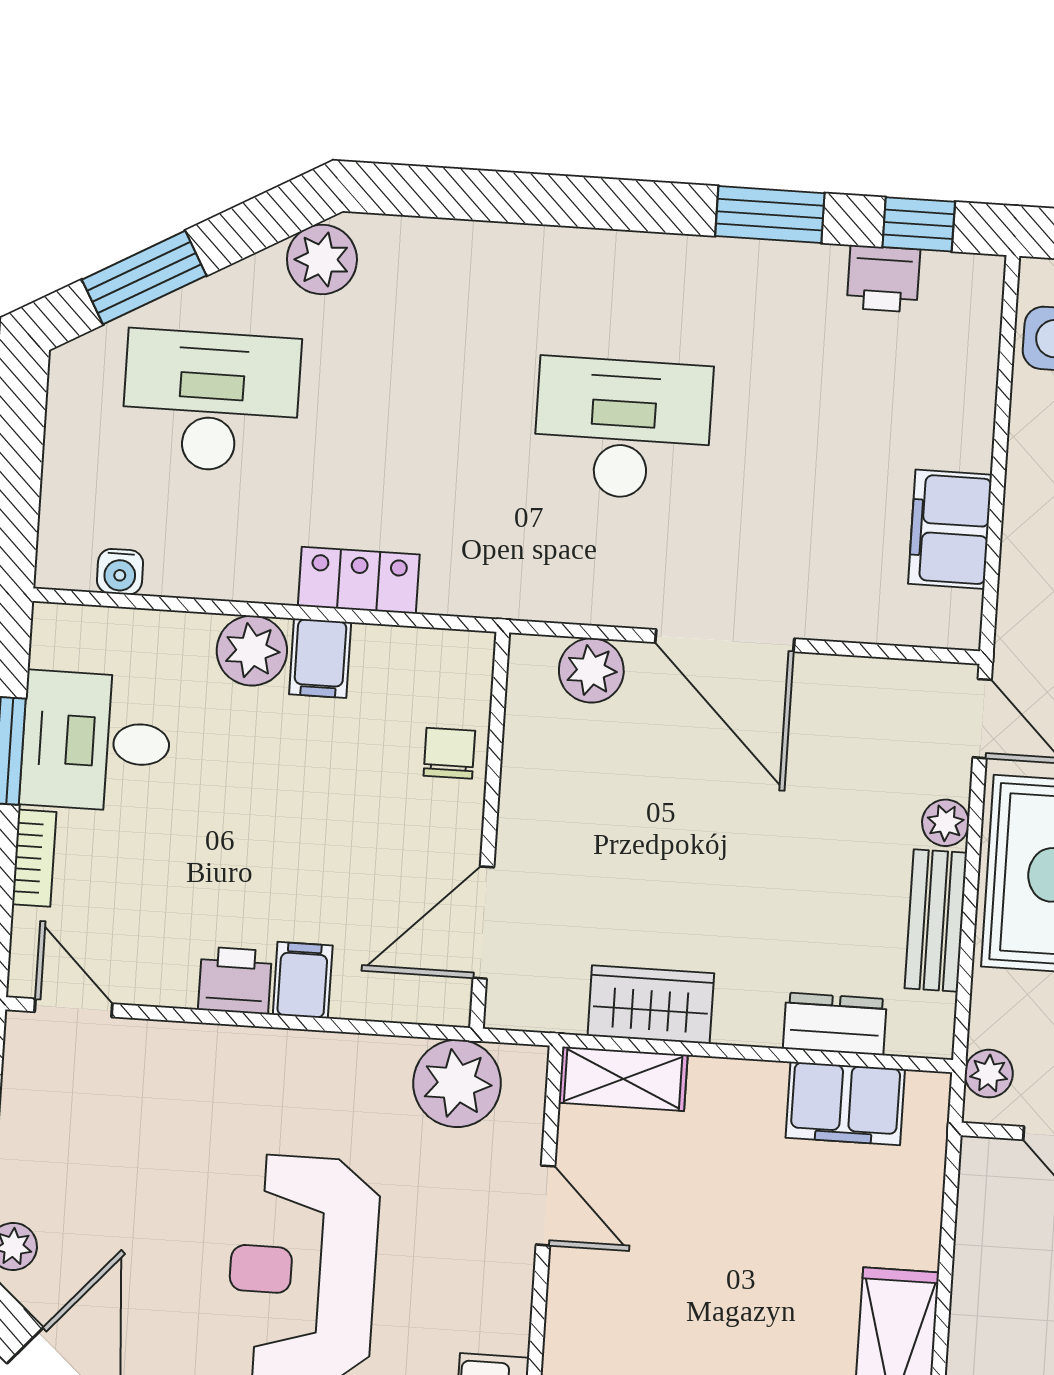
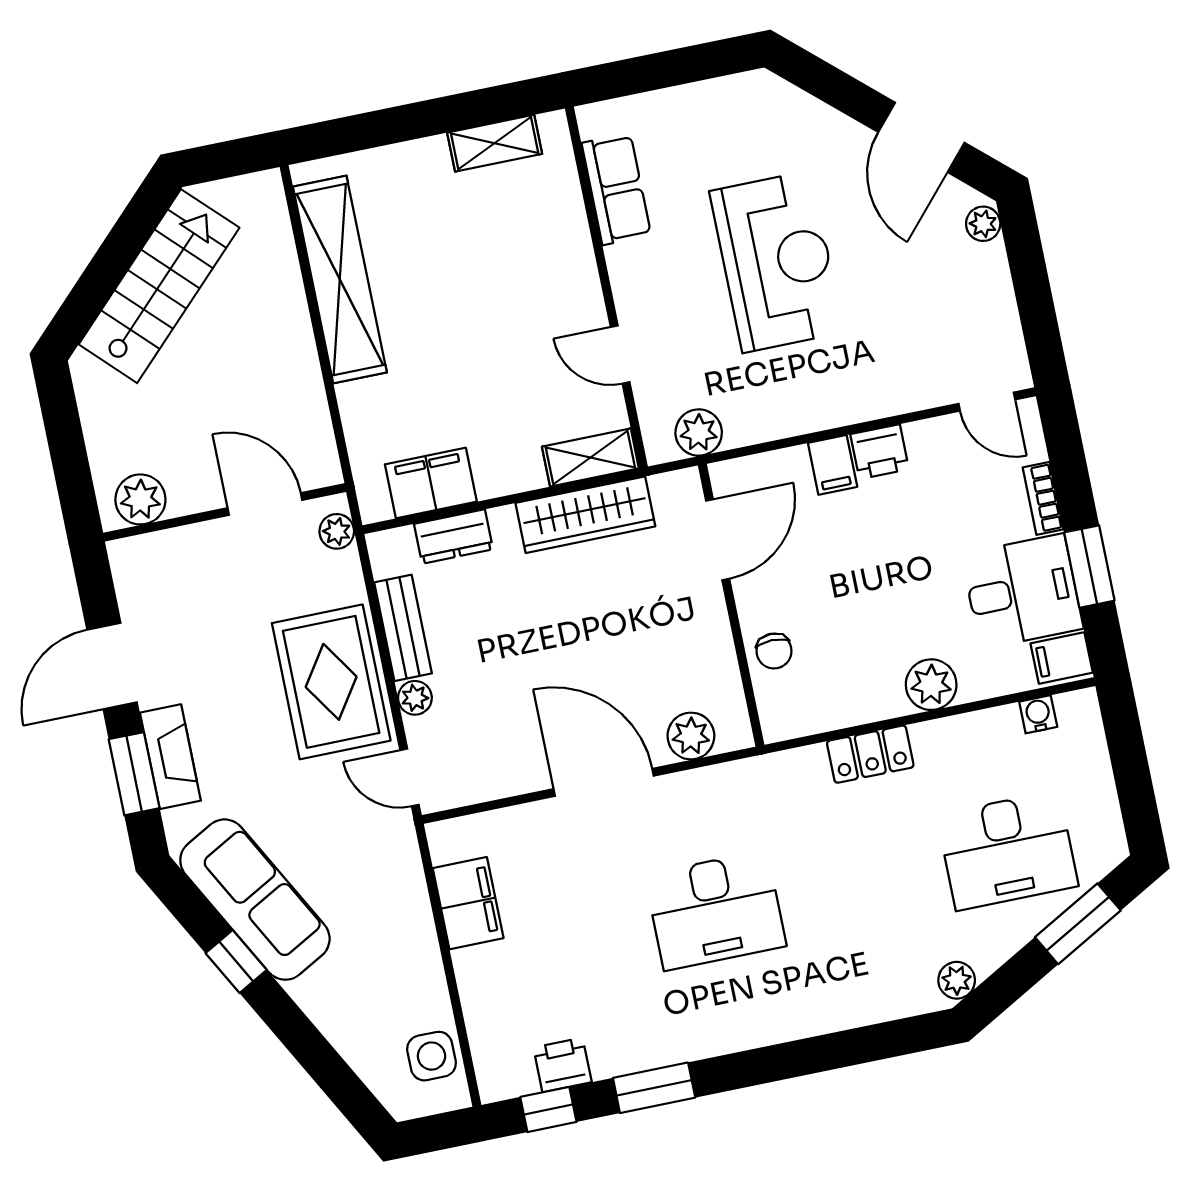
plant: (322, 259) -> (957, 980), width x0.73, depth x0.73
filing cabinet: (320, 658) -> (1062, 658), moved, turned -90
wardrobe: (651, 1004) -> (585, 515), width x1.50
plant: (457, 1083) -> (699, 433), width x0.73, depth x0.73

